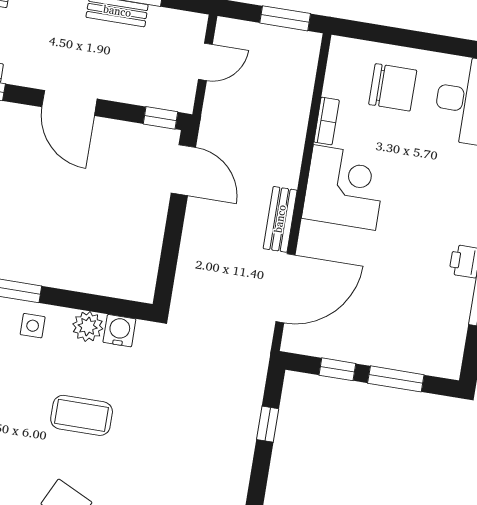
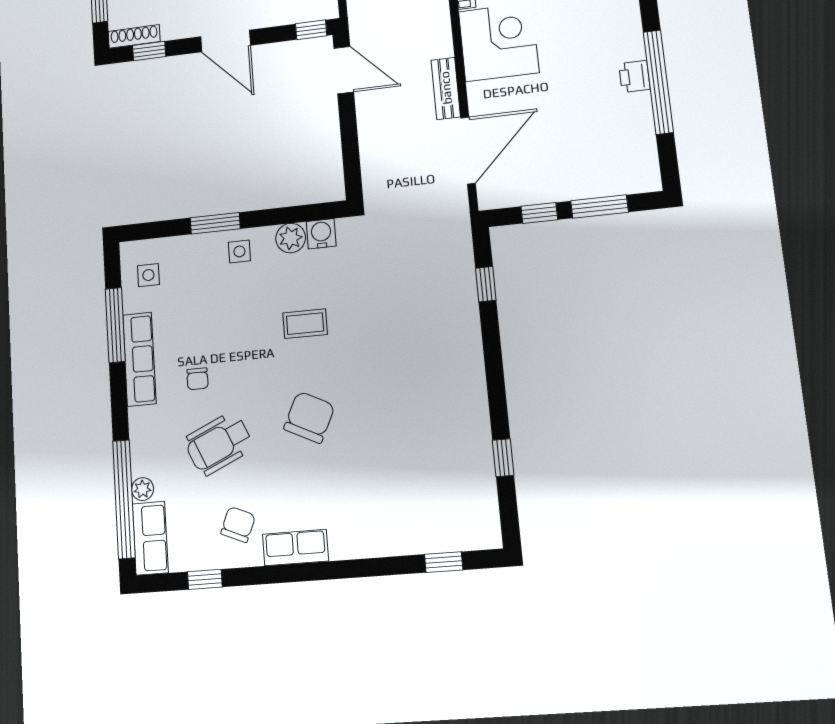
coffee table: (82, 415) -> (305, 324), width x0.73, depth x0.77

